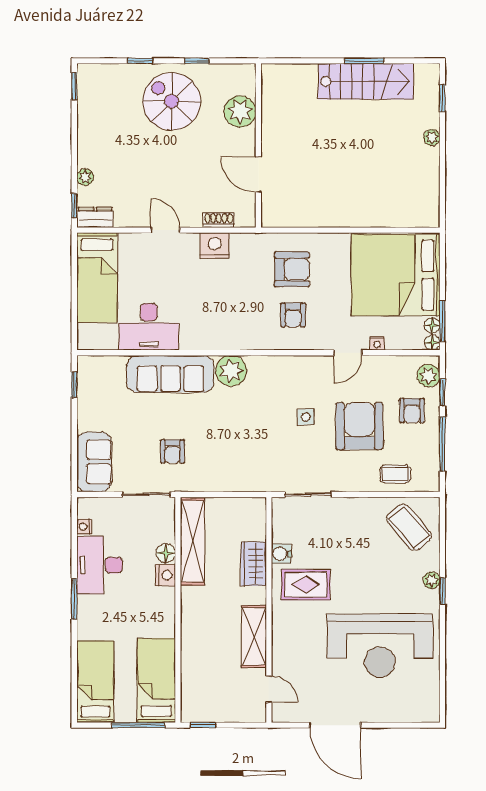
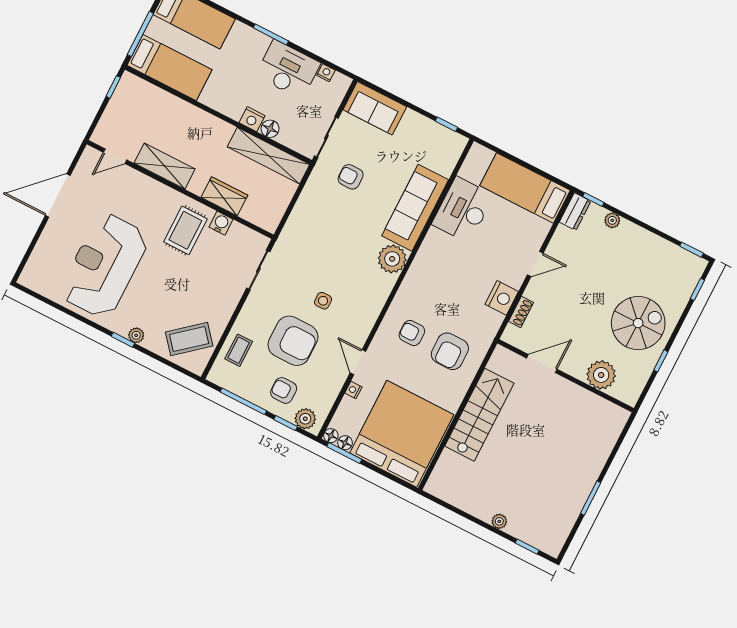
window: (140, 61) -> (697, 289), moved
stairs: (366, 81) -> (479, 415), moved, turned 180

